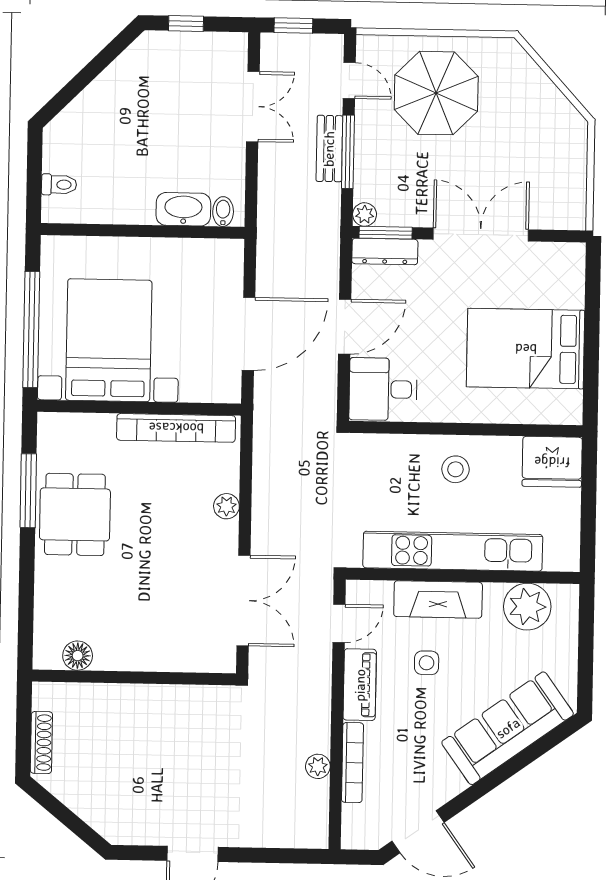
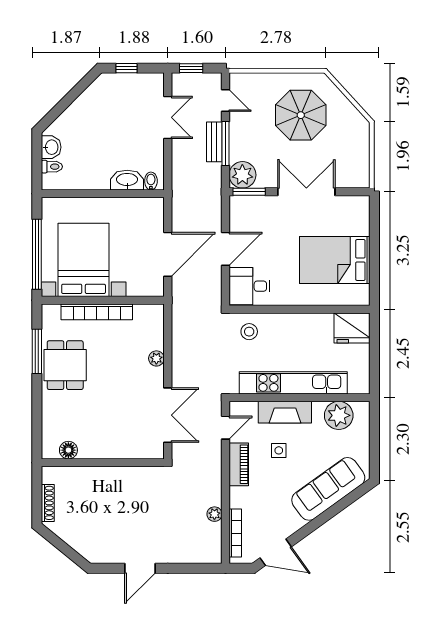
parasol: (436, 93) -> (301, 115), moved
washbasin: (59, 152) -> (51, 147), added
plant: (365, 214) -> (242, 175), width x1.87, depth x1.87
dresser: (385, 251) -> (249, 203), removed
bookcase: (176, 428) -> (97, 312), moved
stool: (455, 469) -> (249, 332), moved
bookcase: (352, 763) -> (235, 533), moved

